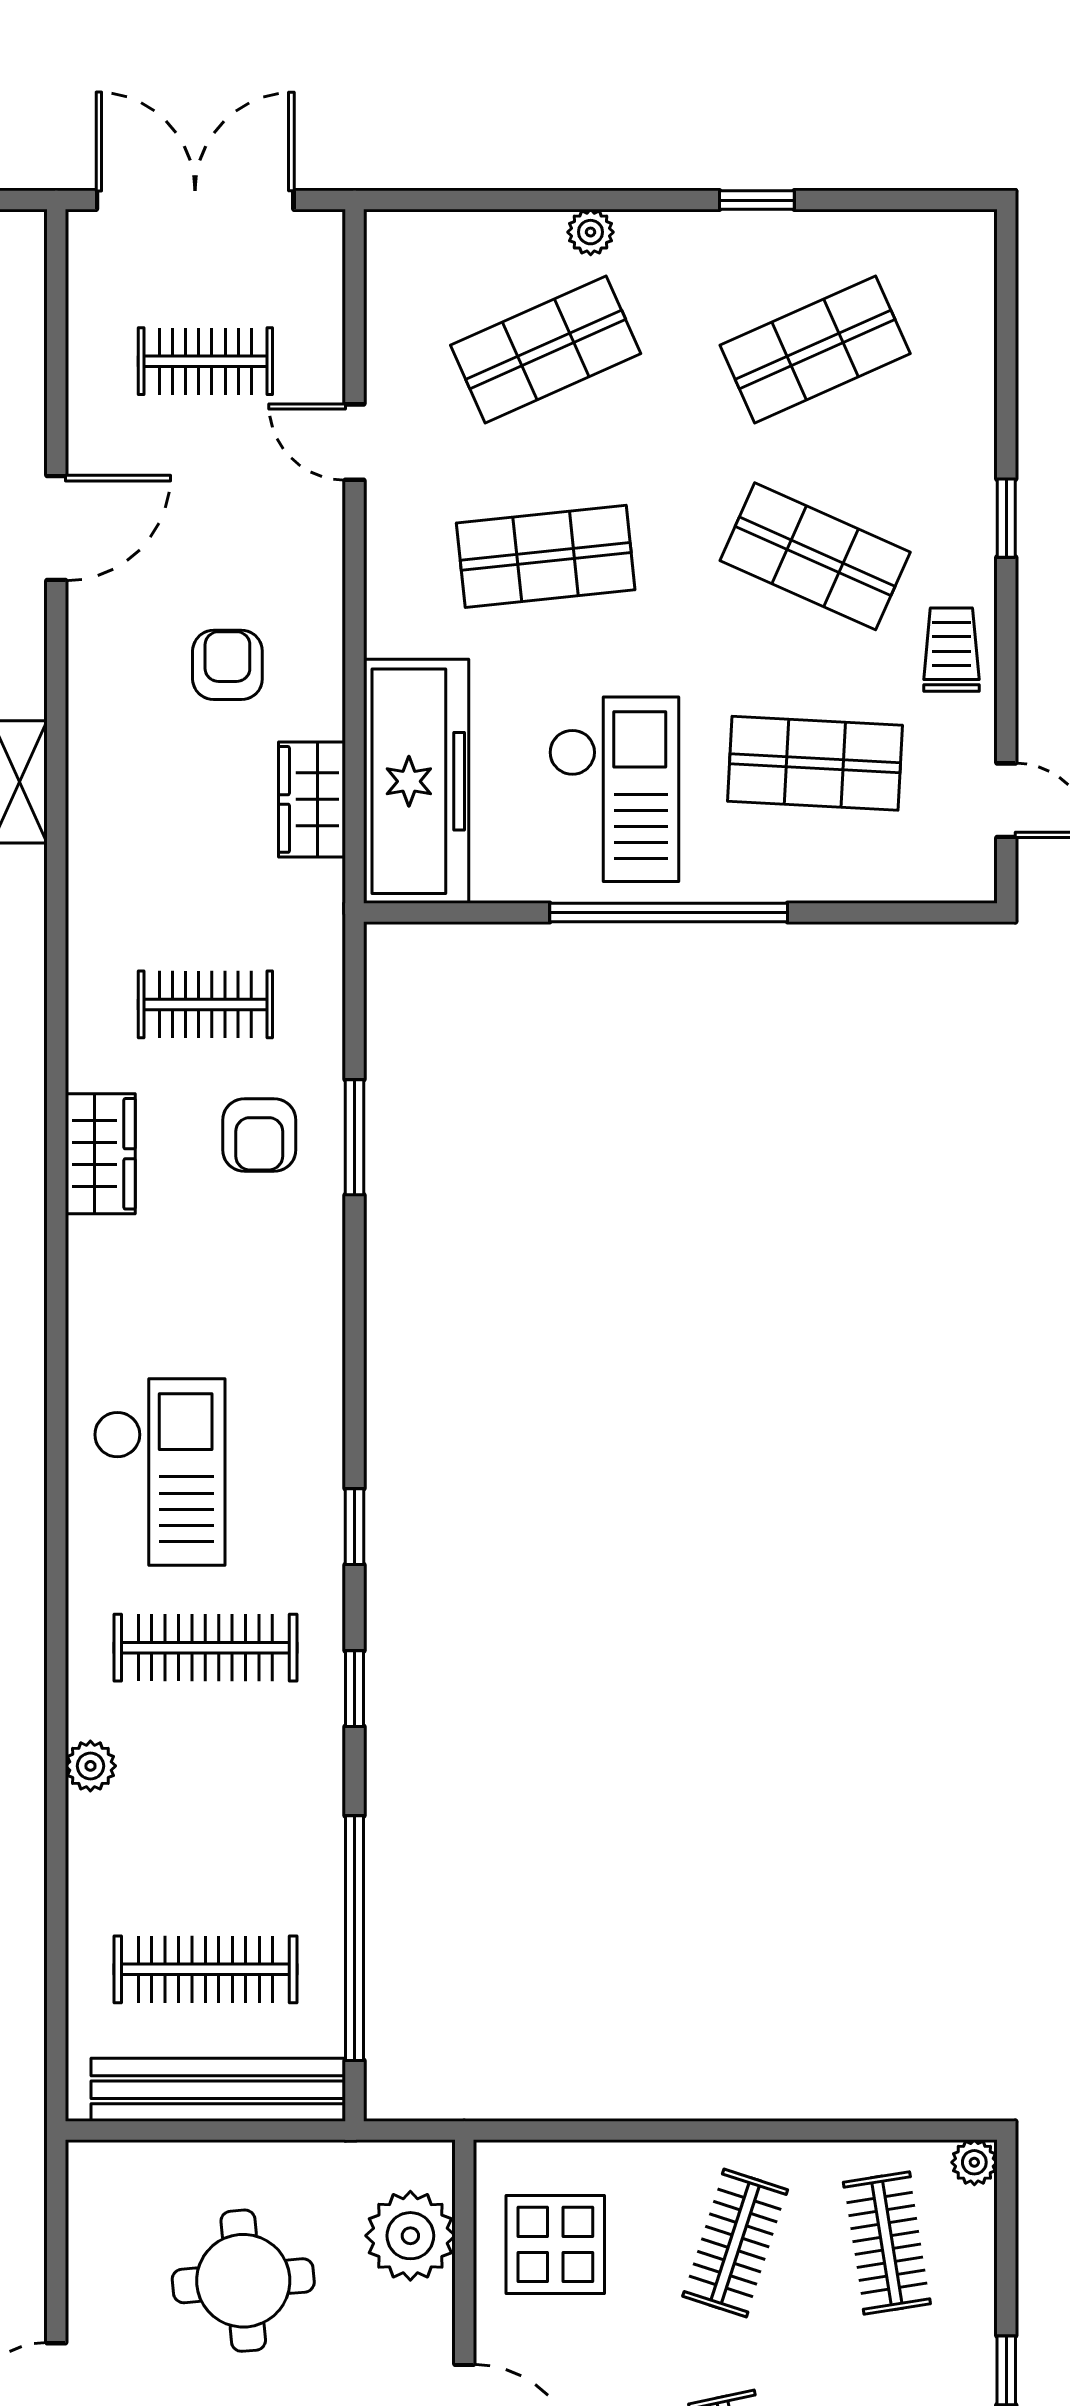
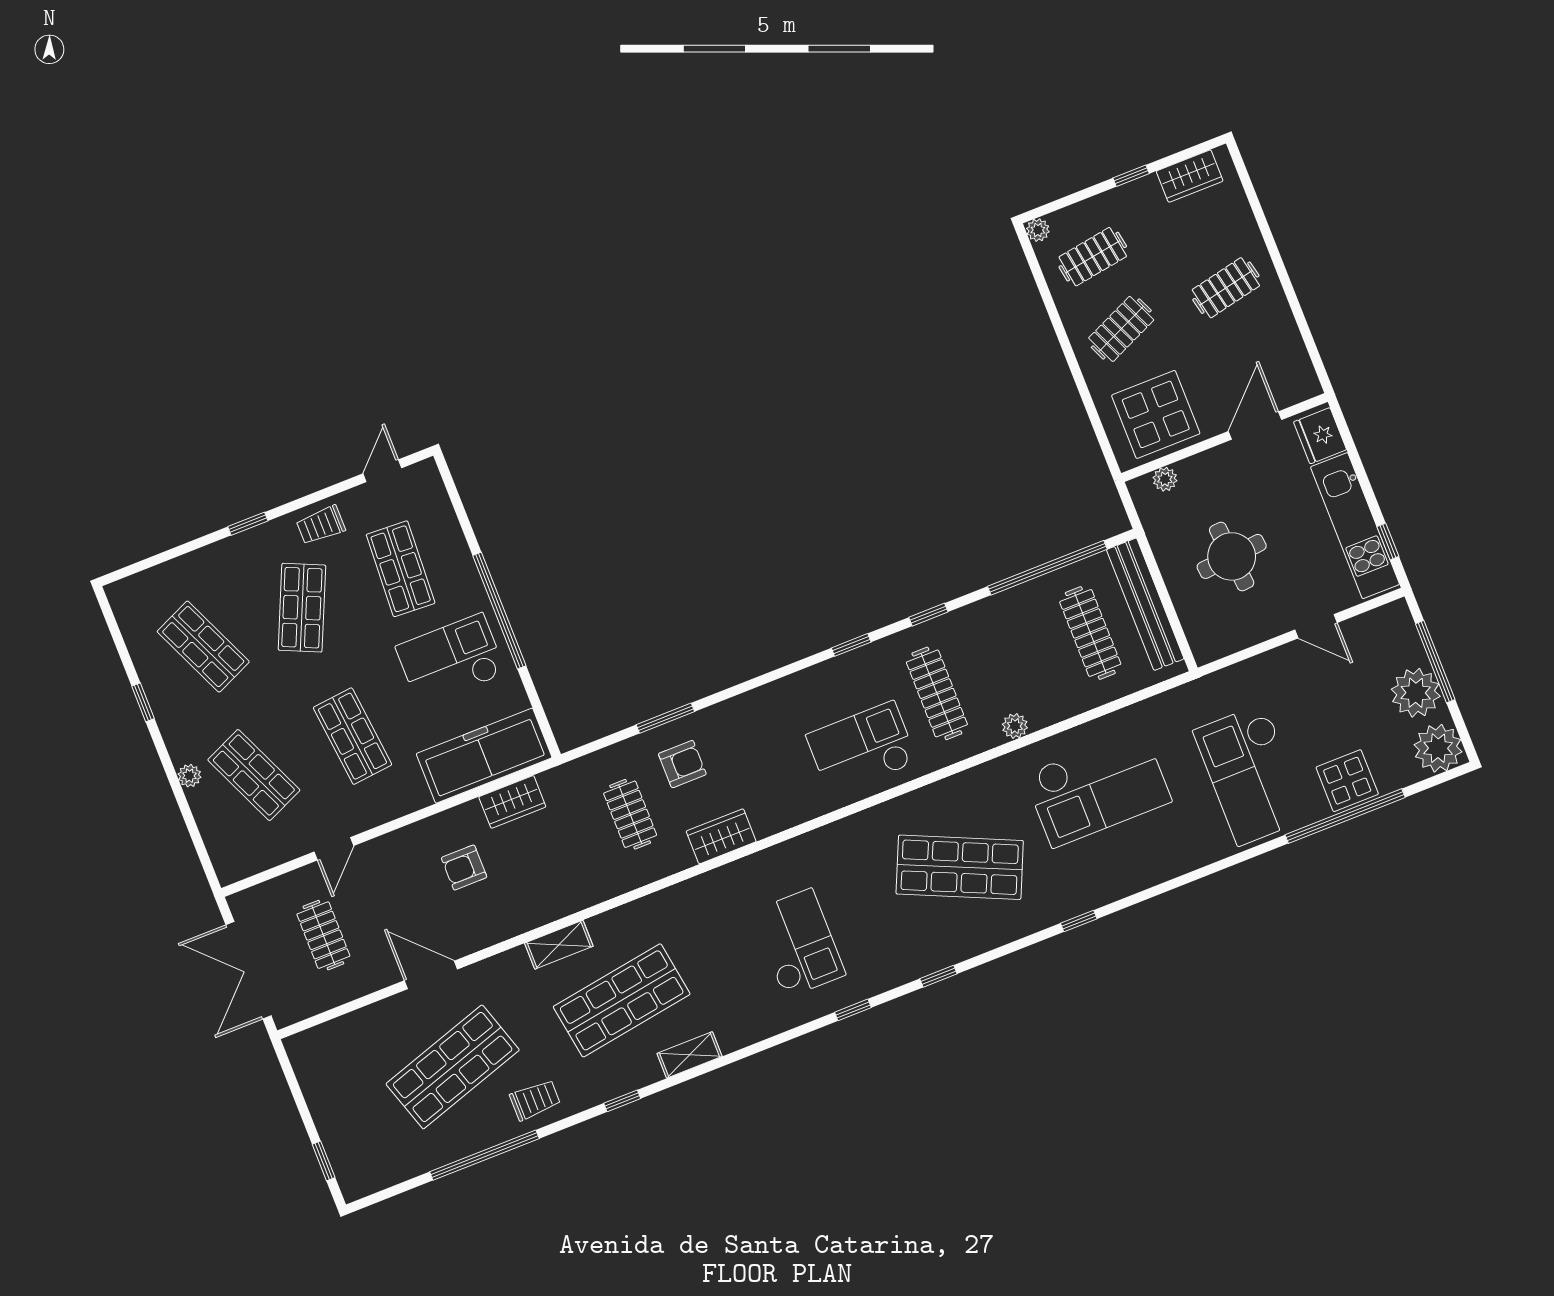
plant: (410, 2236) -> (1165, 479), width x0.53, depth x0.53
clothes rail: (735, 2243) -> (1121, 329), turned -42
display table: (555, 2244) -> (1156, 414), width x1.36, depth x1.36

